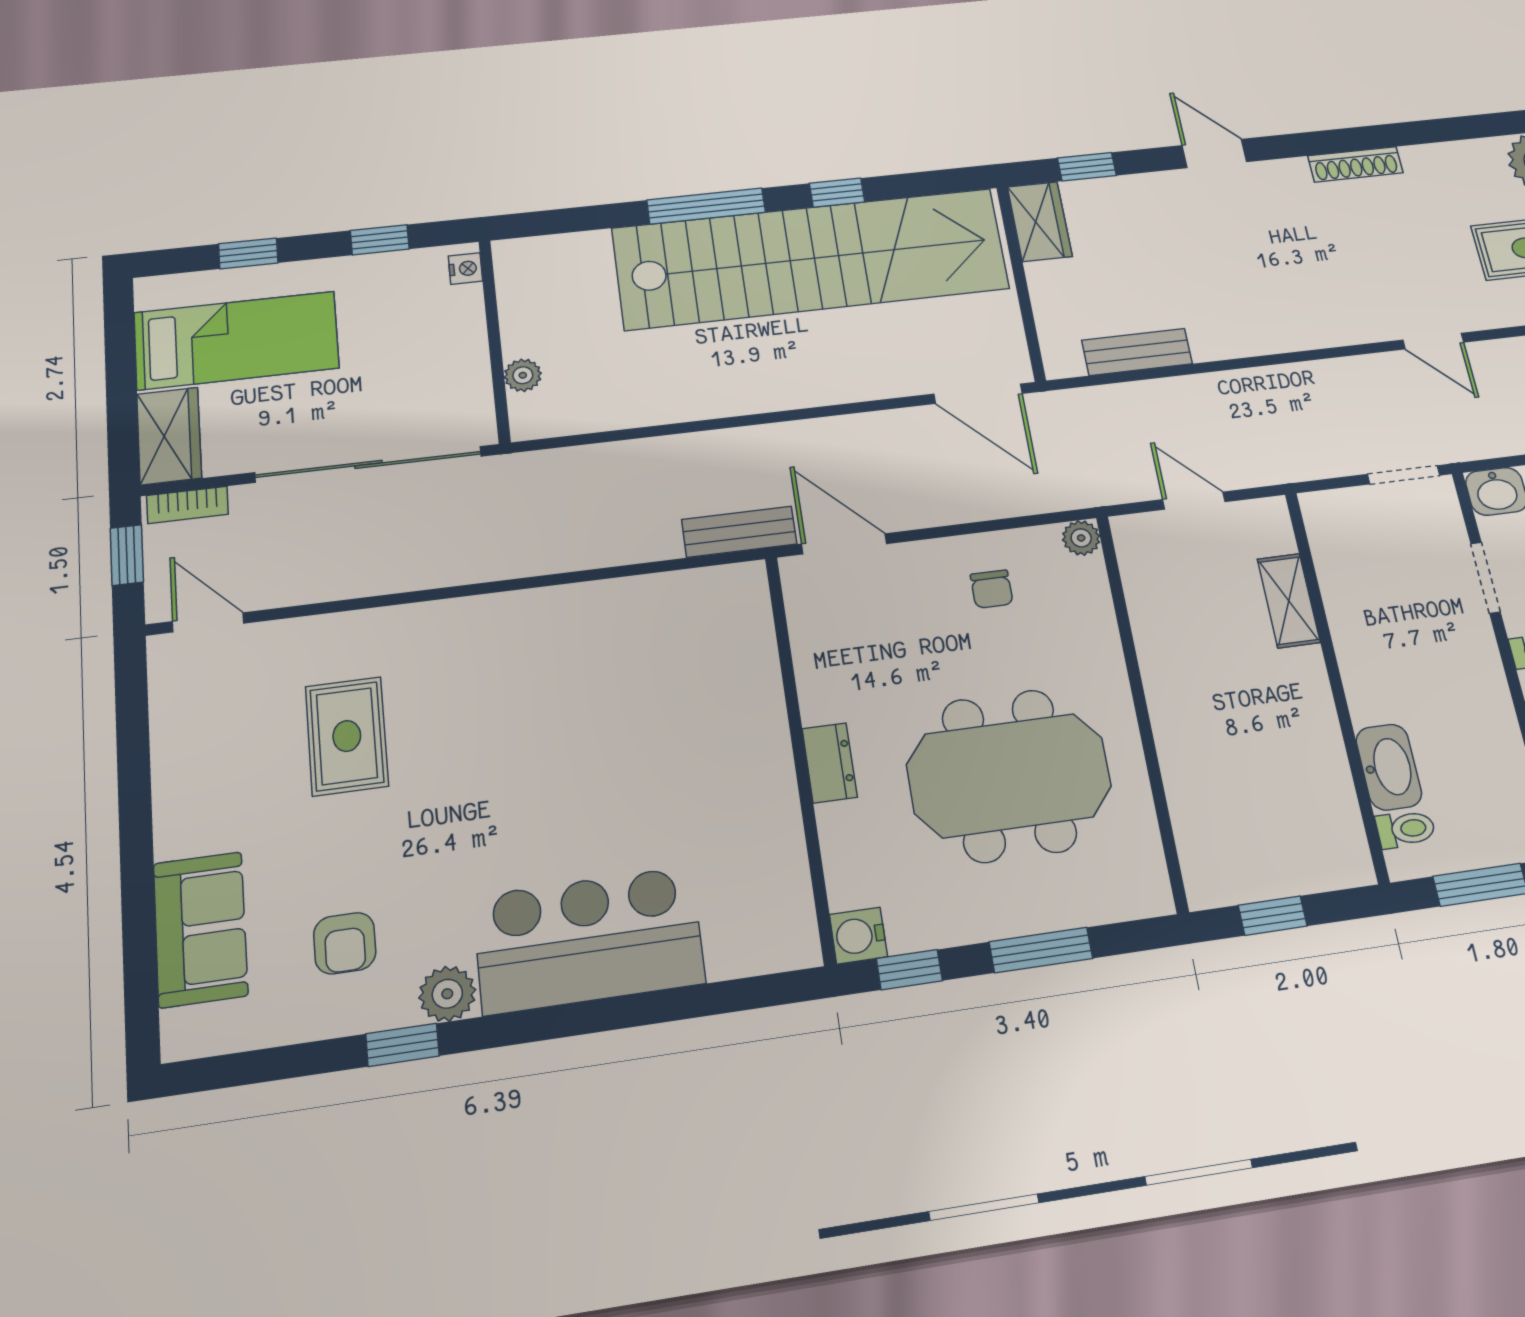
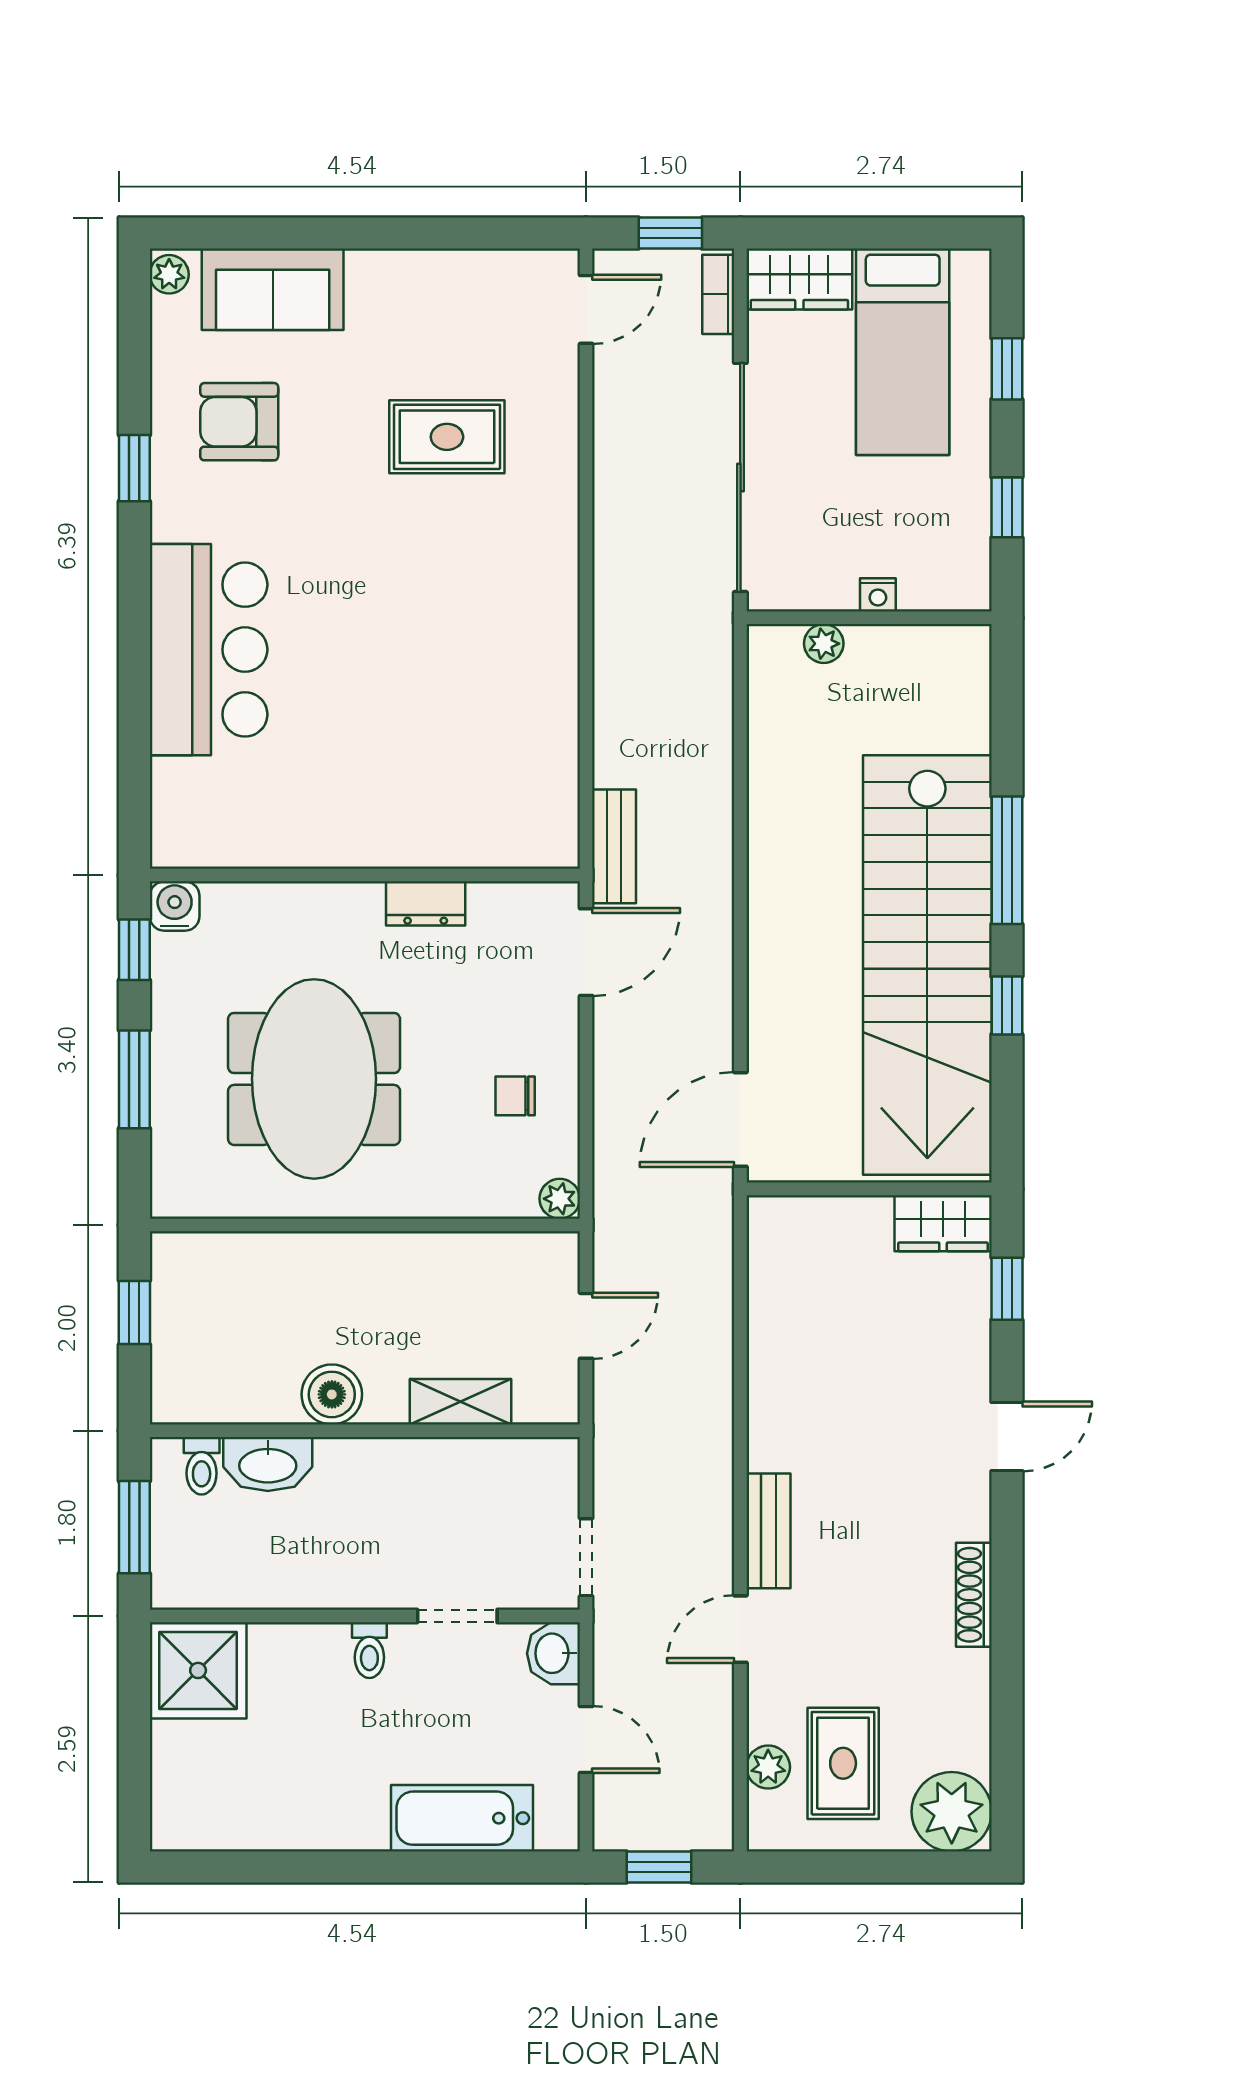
nightstand: (465, 269) -> (878, 595), moved
bench: (1137, 352) -> (769, 1531), moved
boiler: (1309, 717) -> (332, 1394), added
dresser: (830, 763) -> (426, 903), moved
armchair: (345, 943) -> (239, 422), width x1.38, depth x1.38
plant: (447, 994) -> (169, 274), moved, width x0.73, depth x0.73

